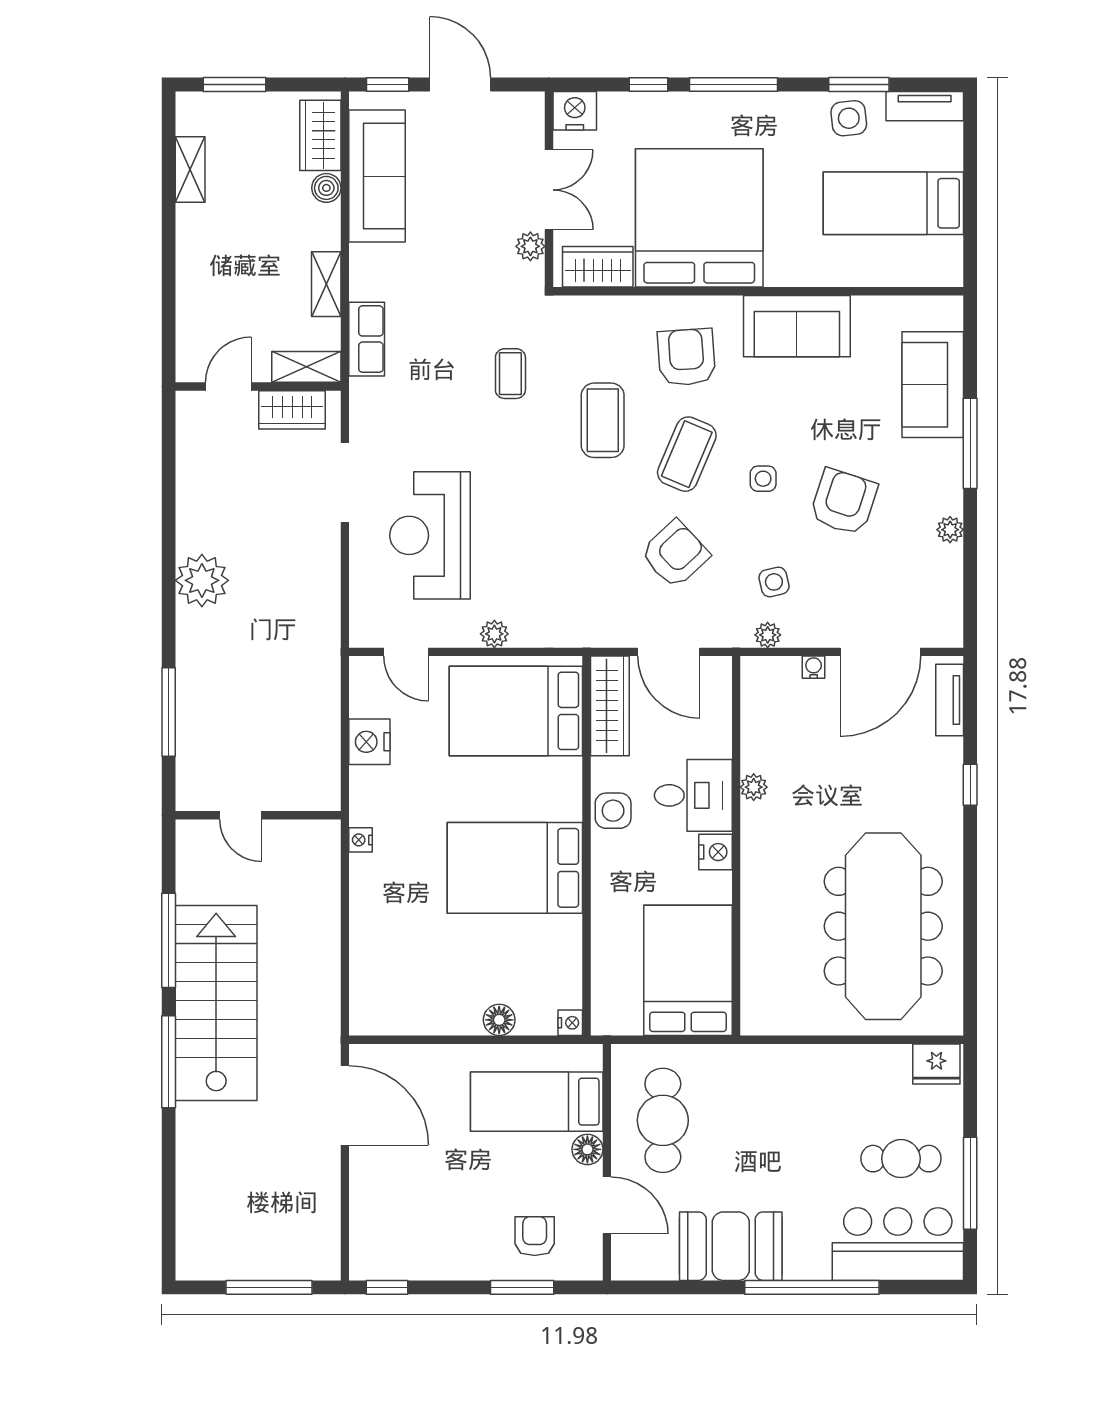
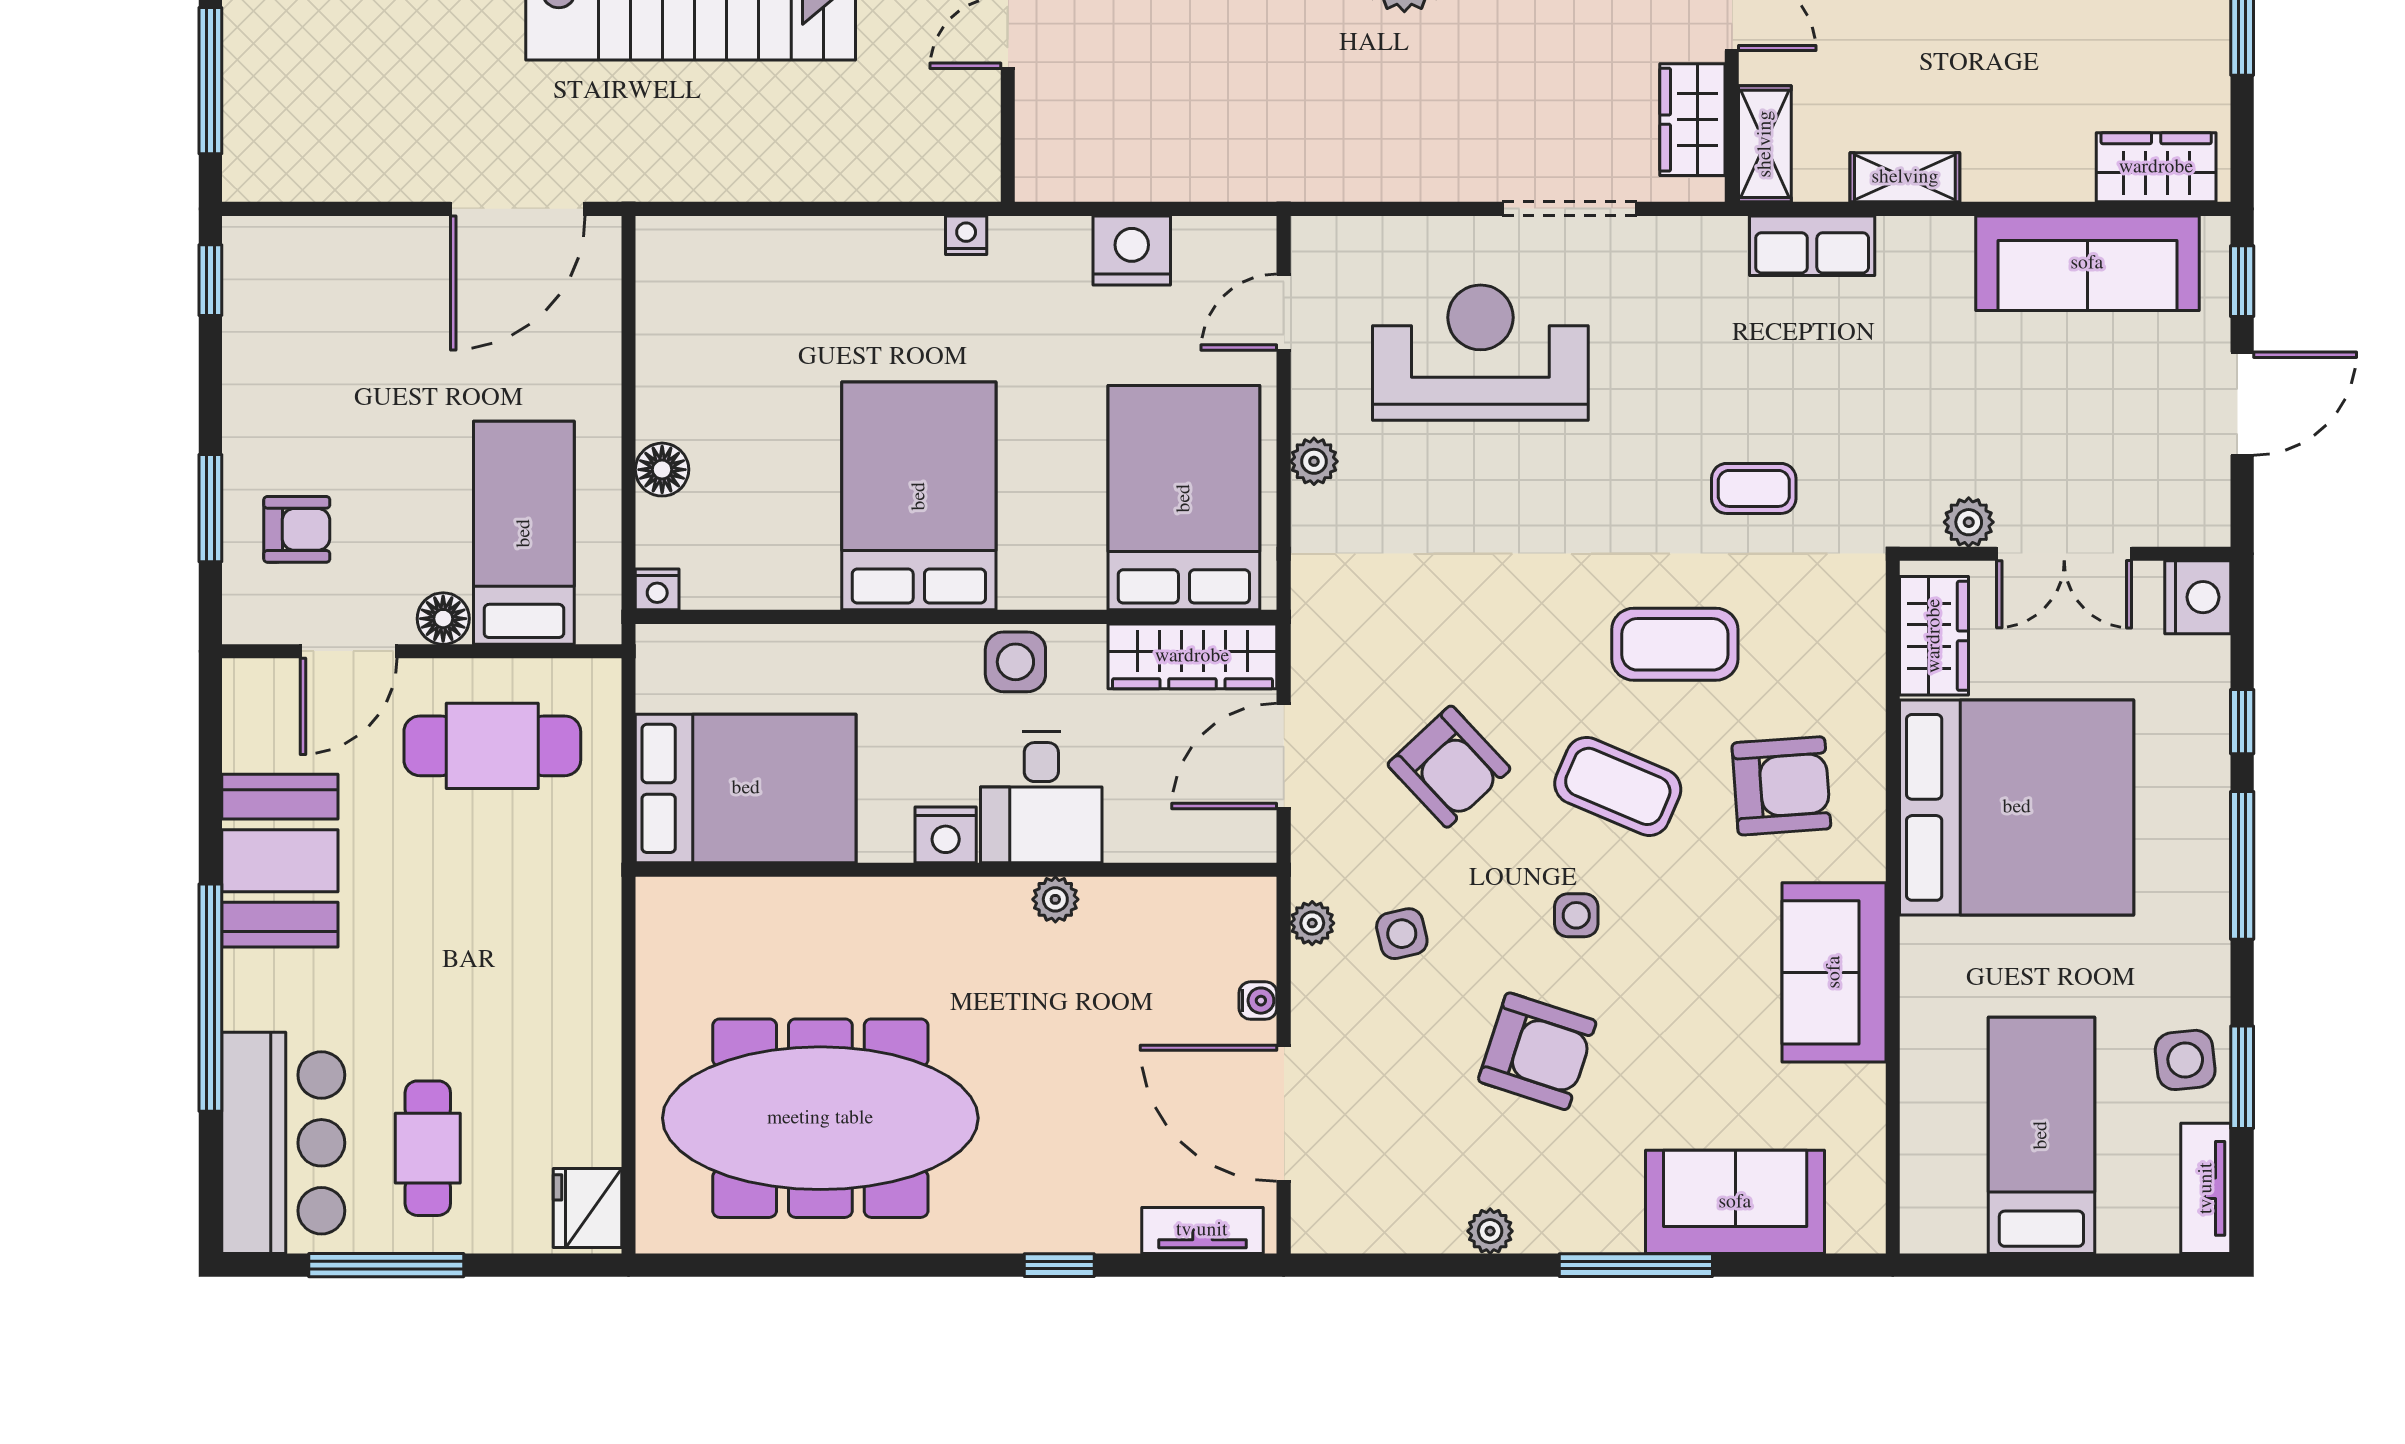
boiler: (326, 188) -> (2067, 178), removed

